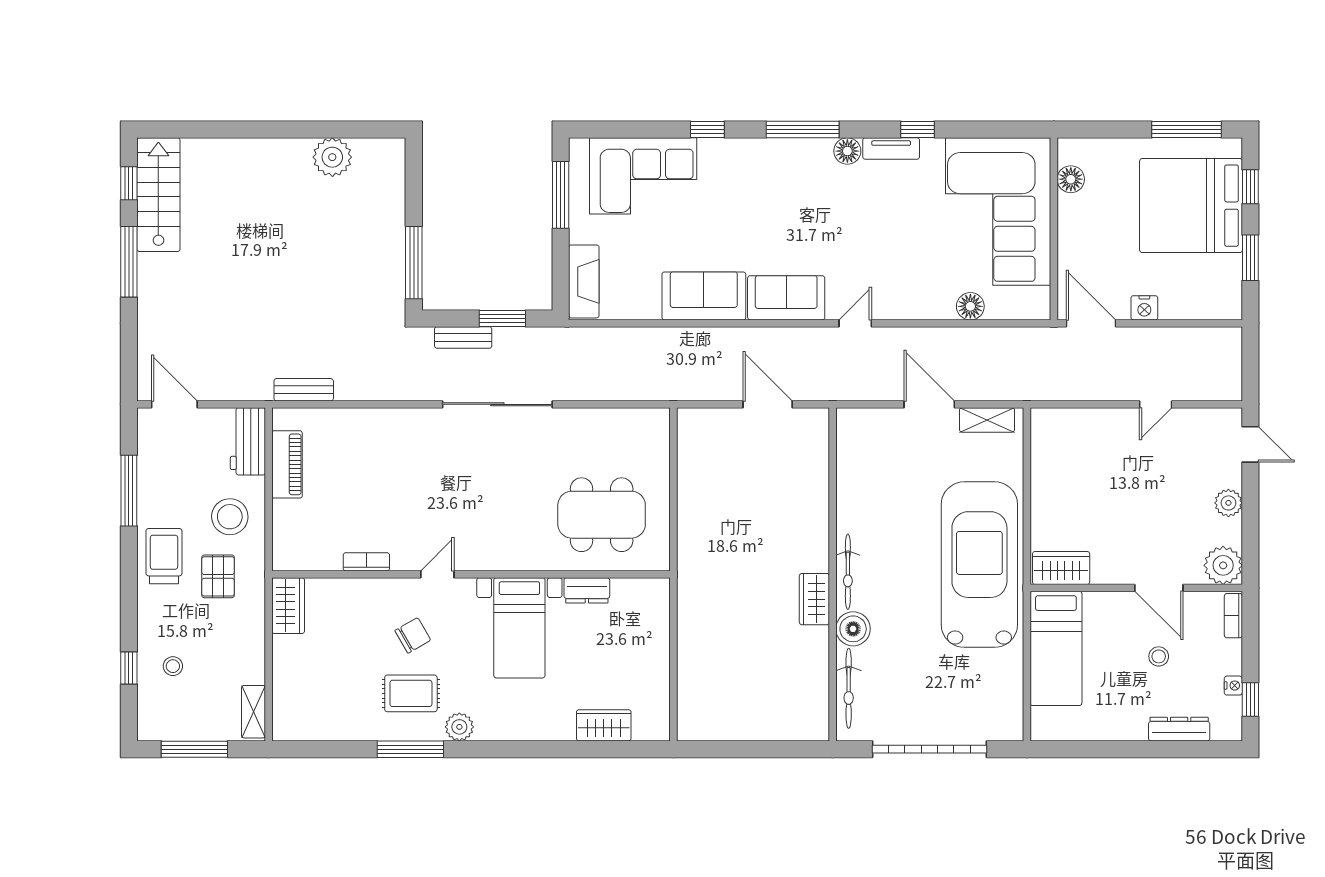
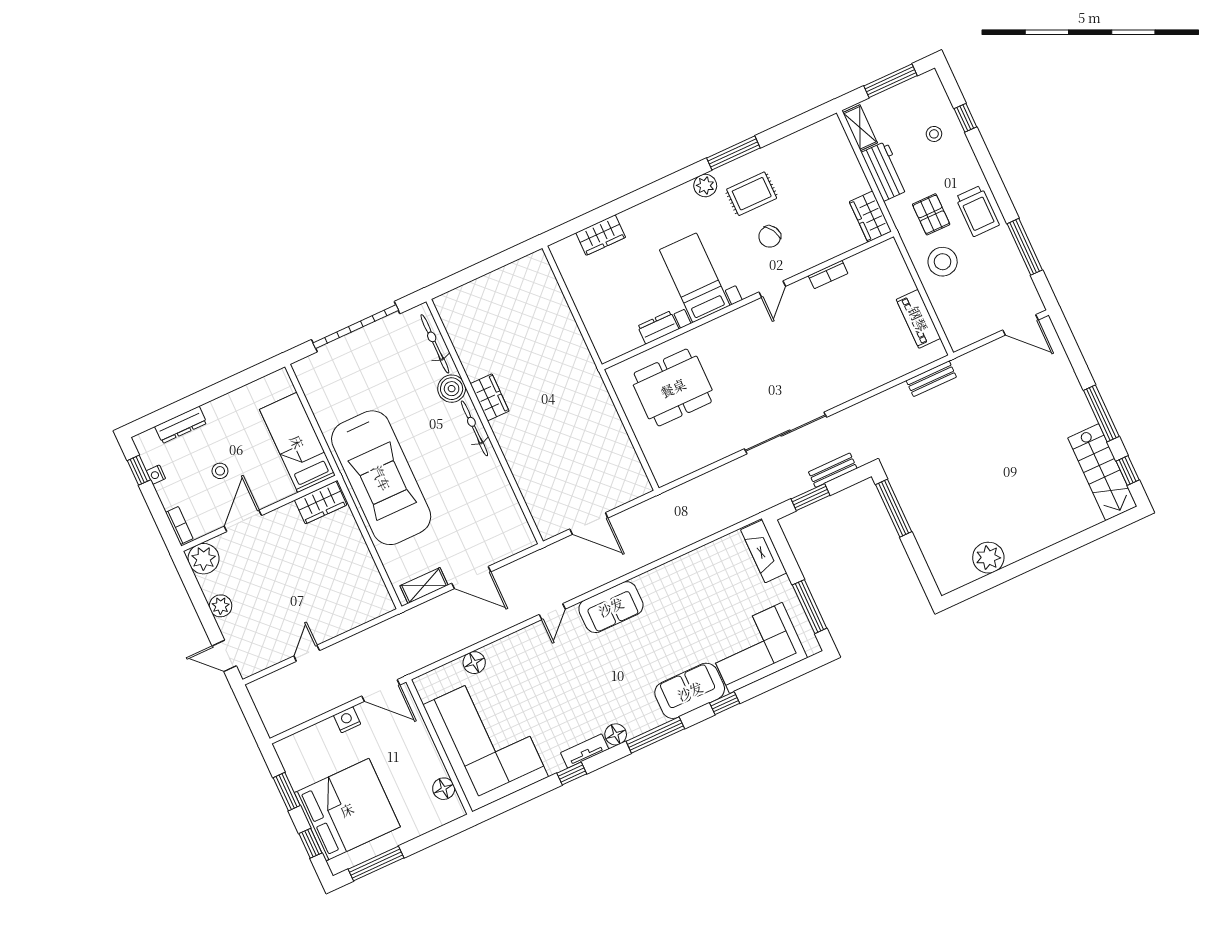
sofa: (704, 296) -> (690, 691), moved, turned 180
workbench: (248, 441) -> (885, 171), moved
door: (1159, 588) -> (243, 521), hinge flipped

